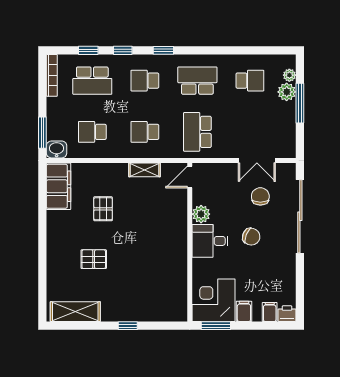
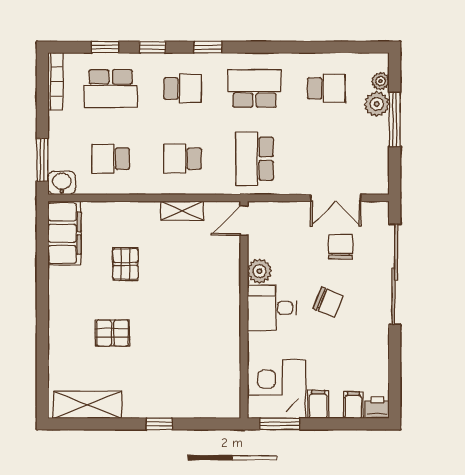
school desk: (145, 81) -> (183, 89), turned 180

